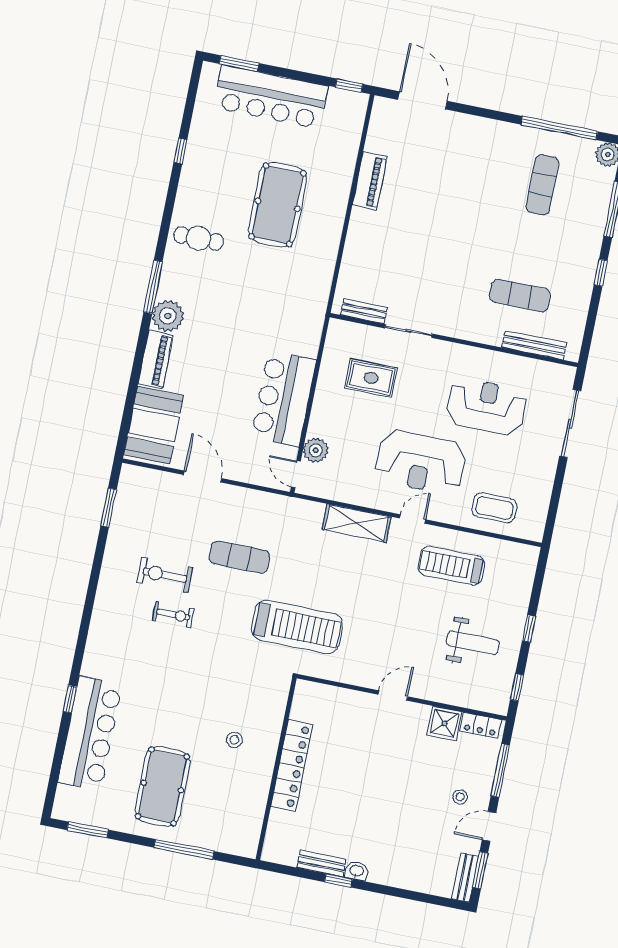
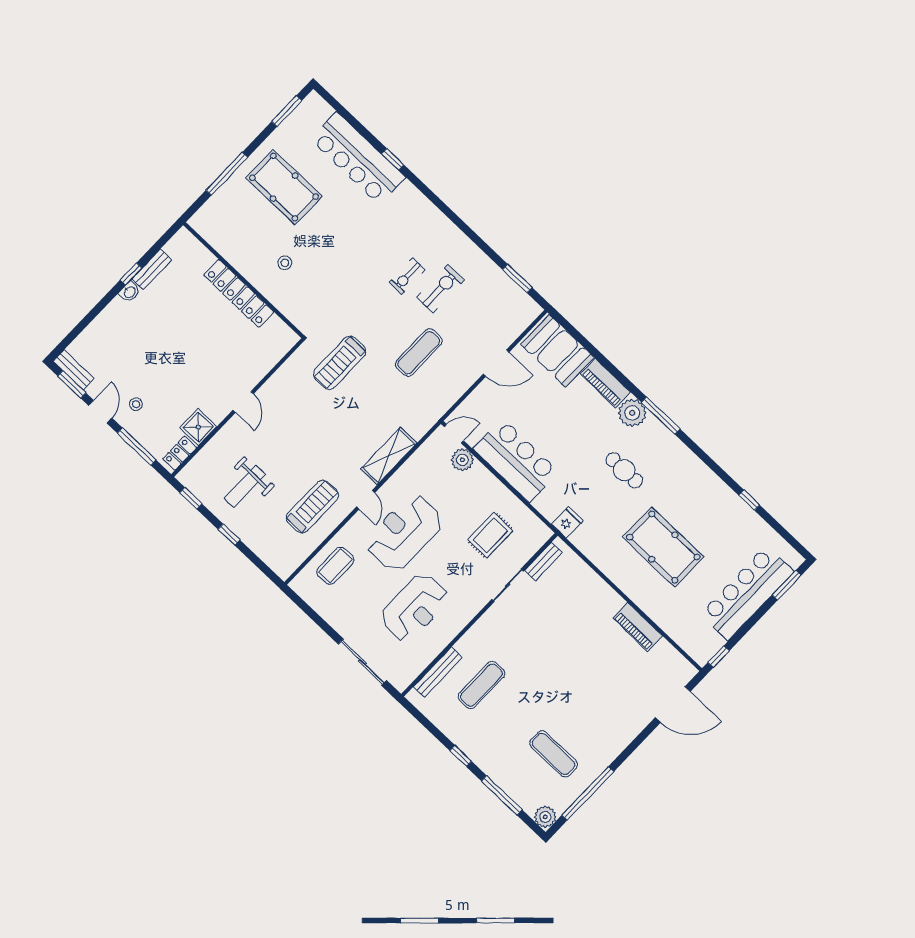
cafe table: (198, 238) -> (624, 470), moved, turned 90
fridge: (312, 312) -> (567, 522), added
treadmill: (297, 627) -> (340, 363), width x0.73, depth x0.73

